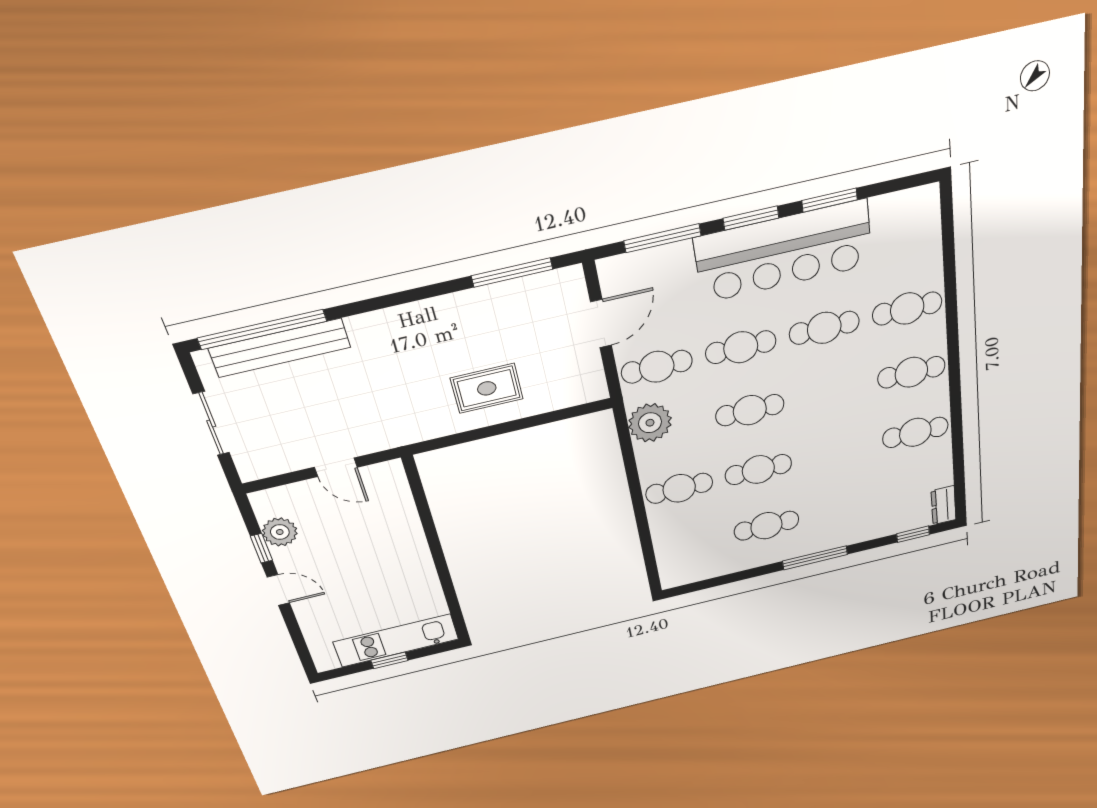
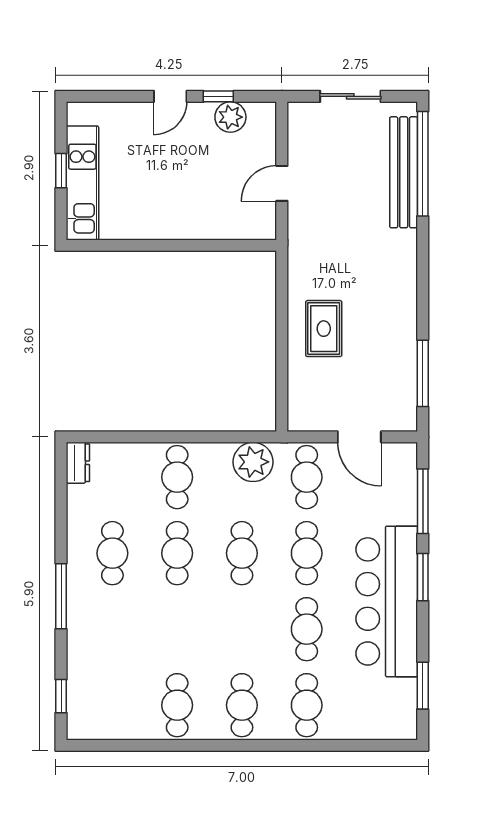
window: (830, 200) -> (423, 686), moved
dresser: (944, 505) -> (78, 463), moved, turned 90

